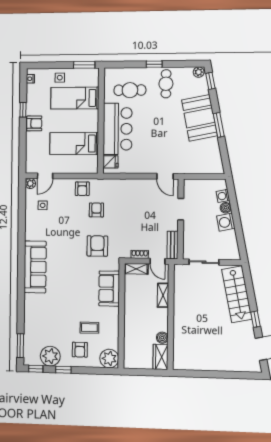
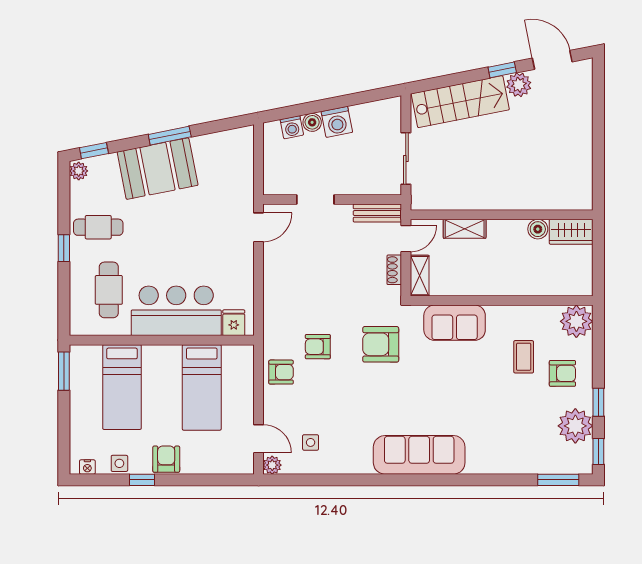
side table: (60, 78) -> (119, 463), moved
plant: (247, 329) -> (519, 85), added

